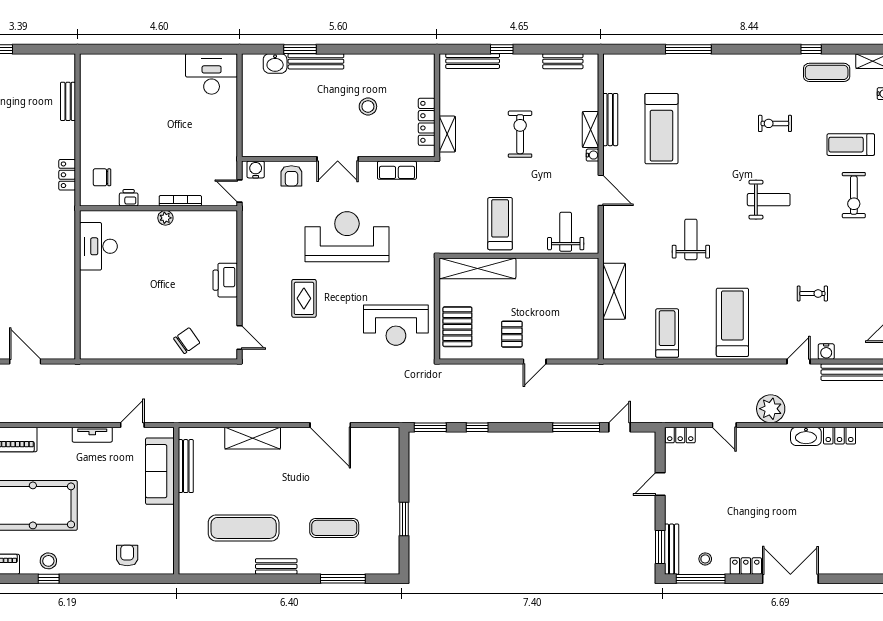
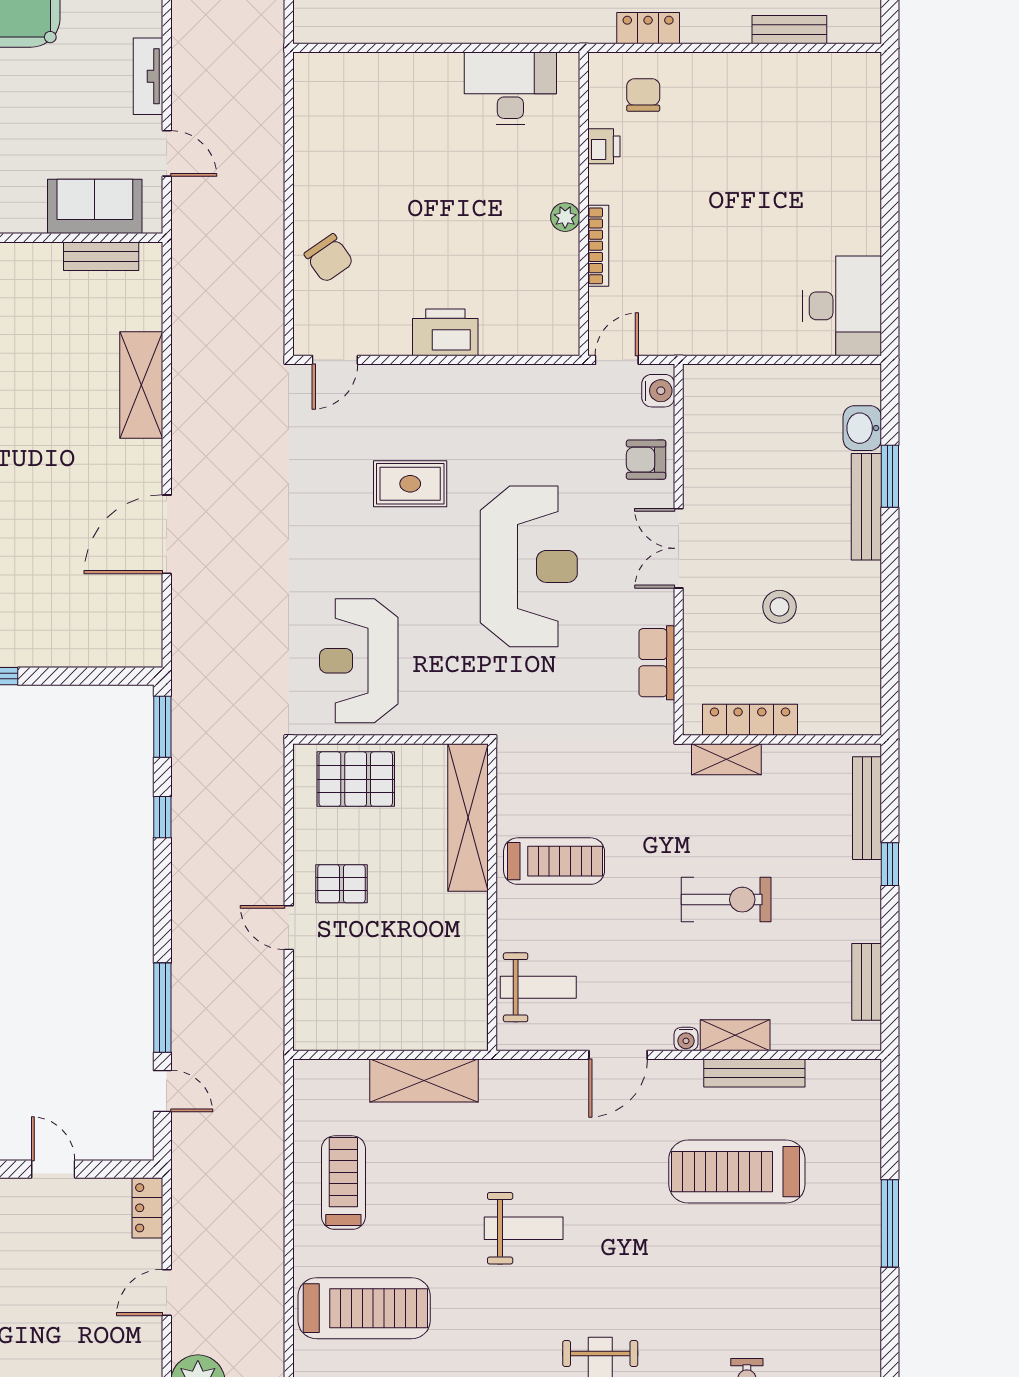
treadmill: (667, 333) -> (343, 1183), turned -90
bench: (186, 466) -> (101, 256), width x0.73
sofa: (160, 471) -> (95, 206), width x0.73

